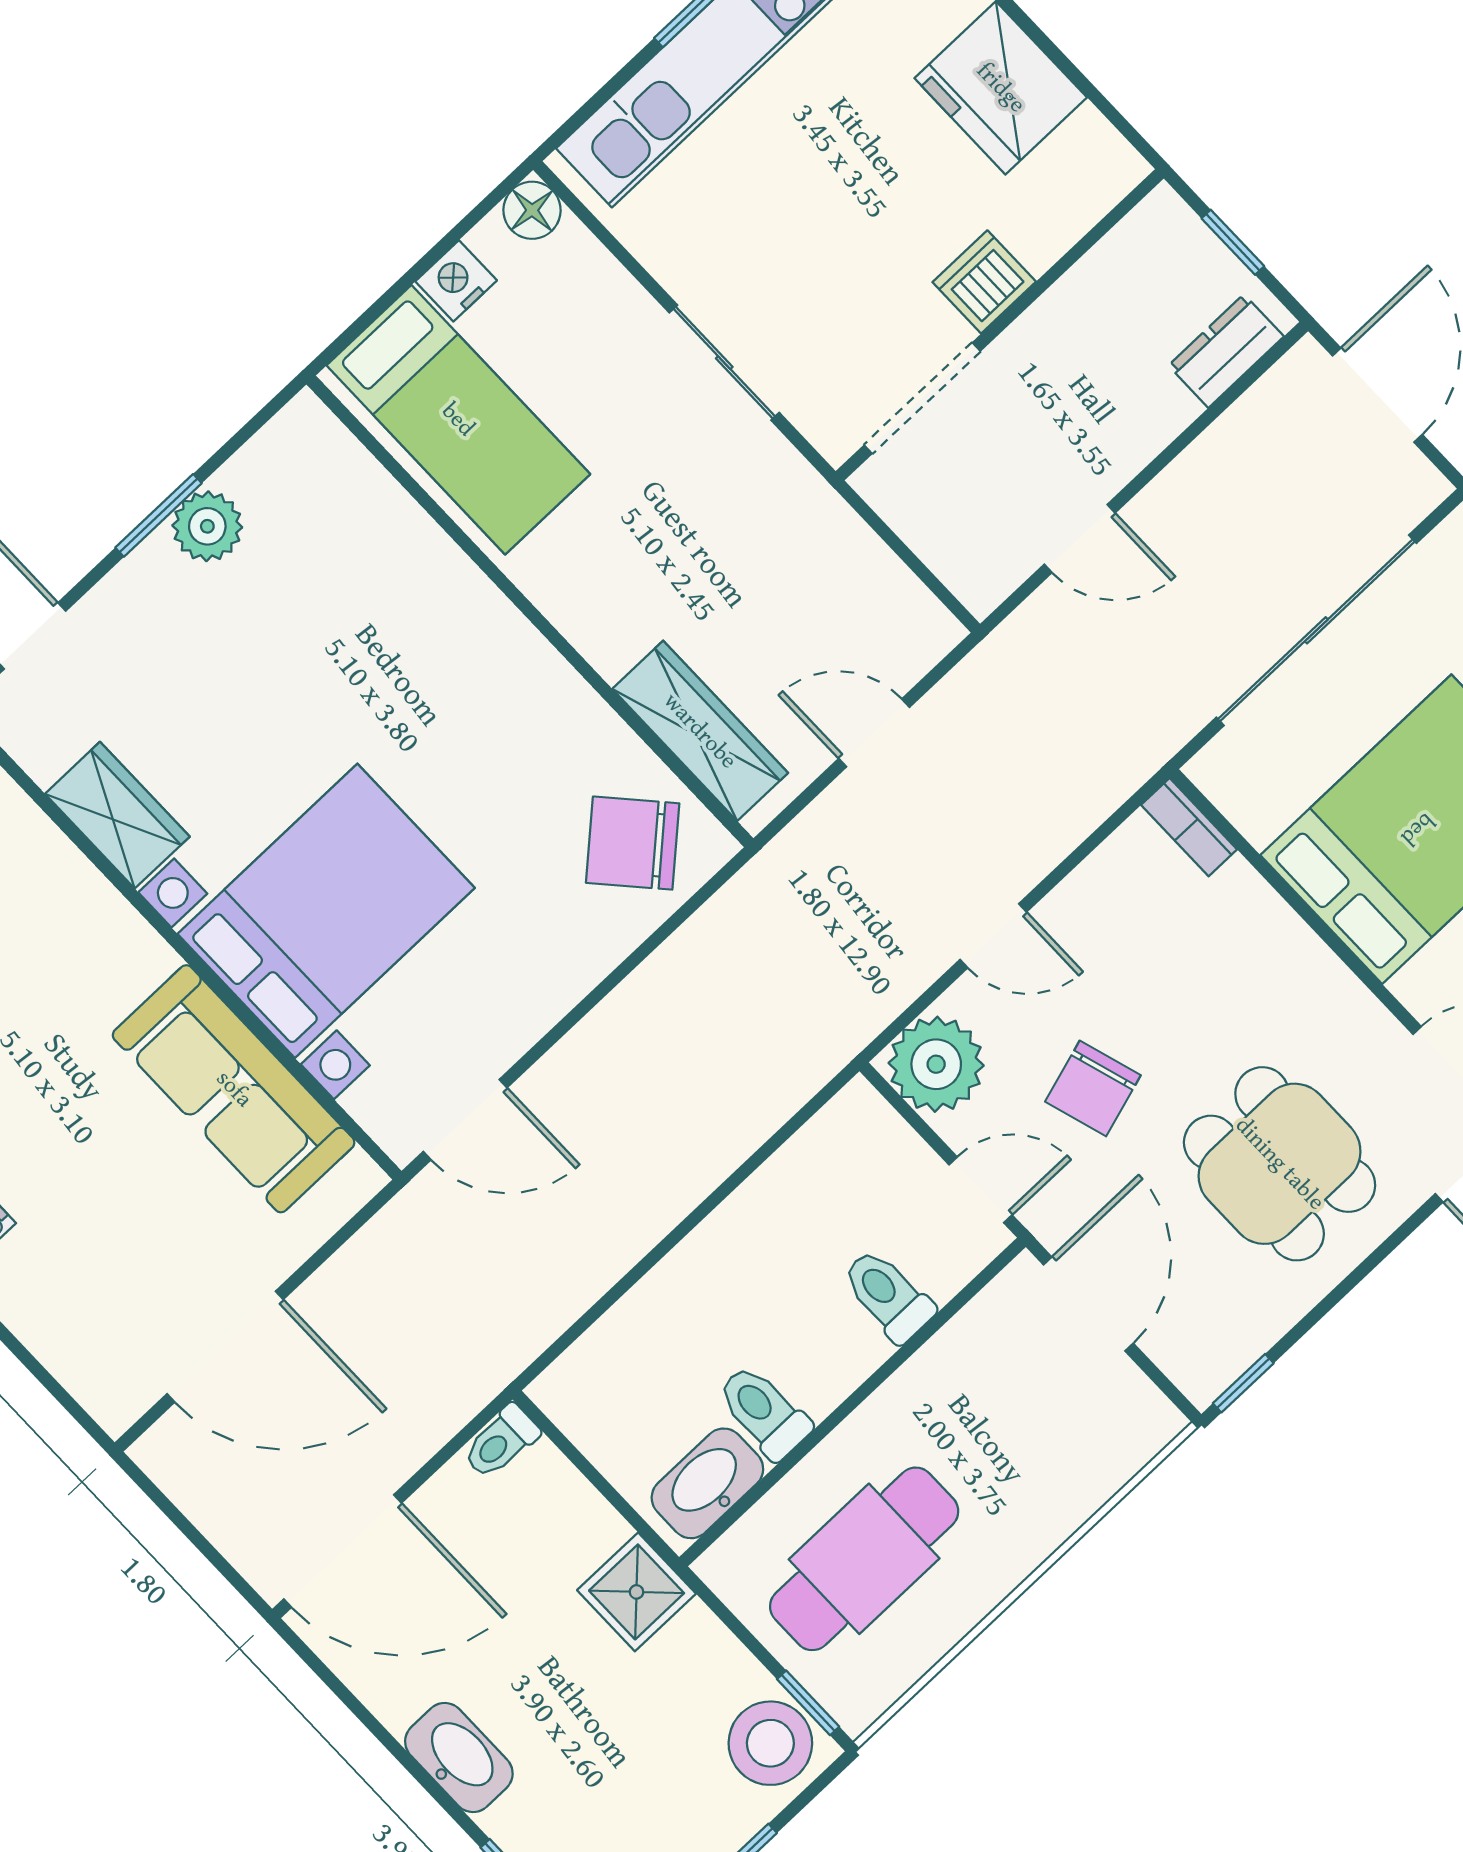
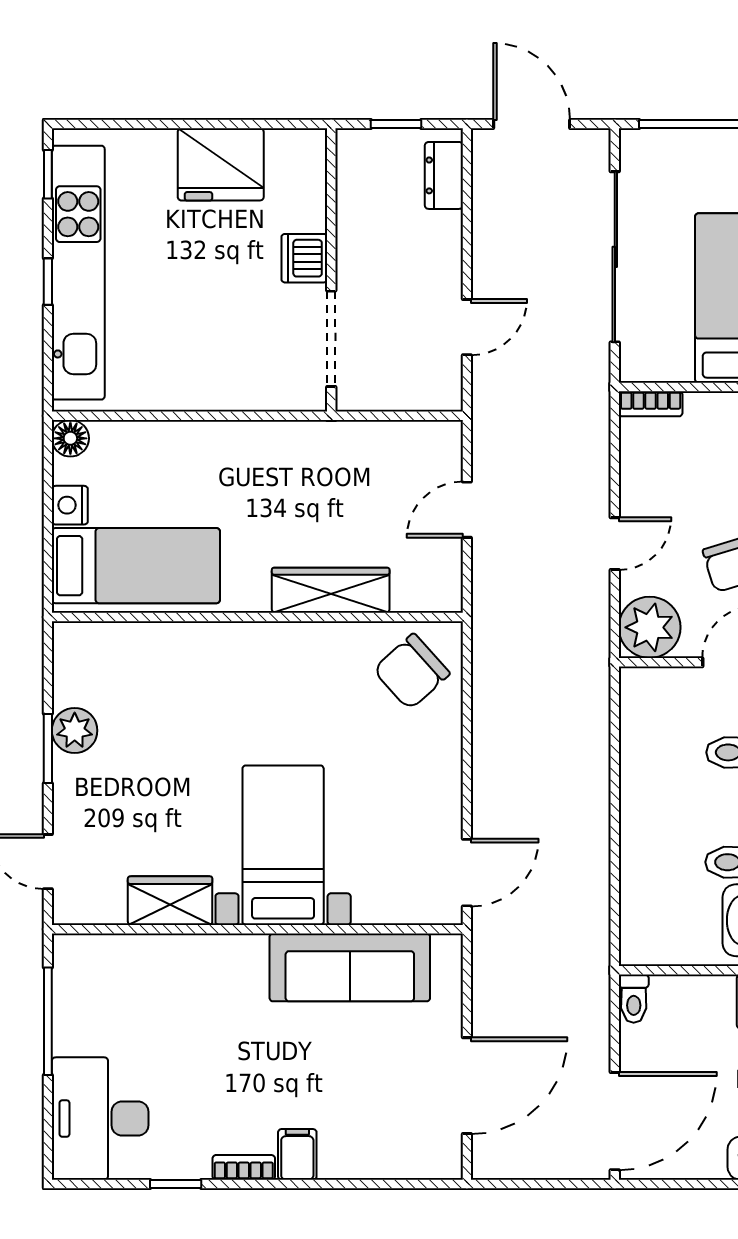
sliding door: (724, 363) -> (227, 416), removed
wardrobe: (700, 731) -> (331, 590), moved
bed with nightstands: (326, 911) -> (283, 845), width x0.73

